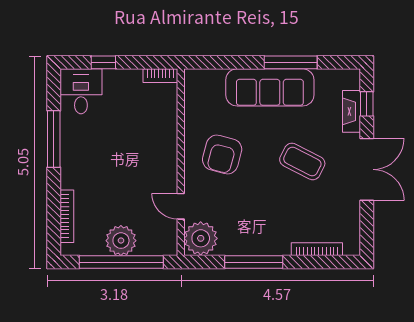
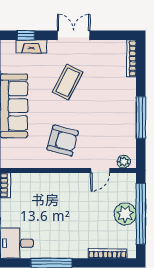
double door: (367, 169) -> (74, 35), width x0.73
plant: (201, 238) -> (124, 162), width x0.53, depth x0.53
bookcase: (317, 249) -> (131, 58), moved

